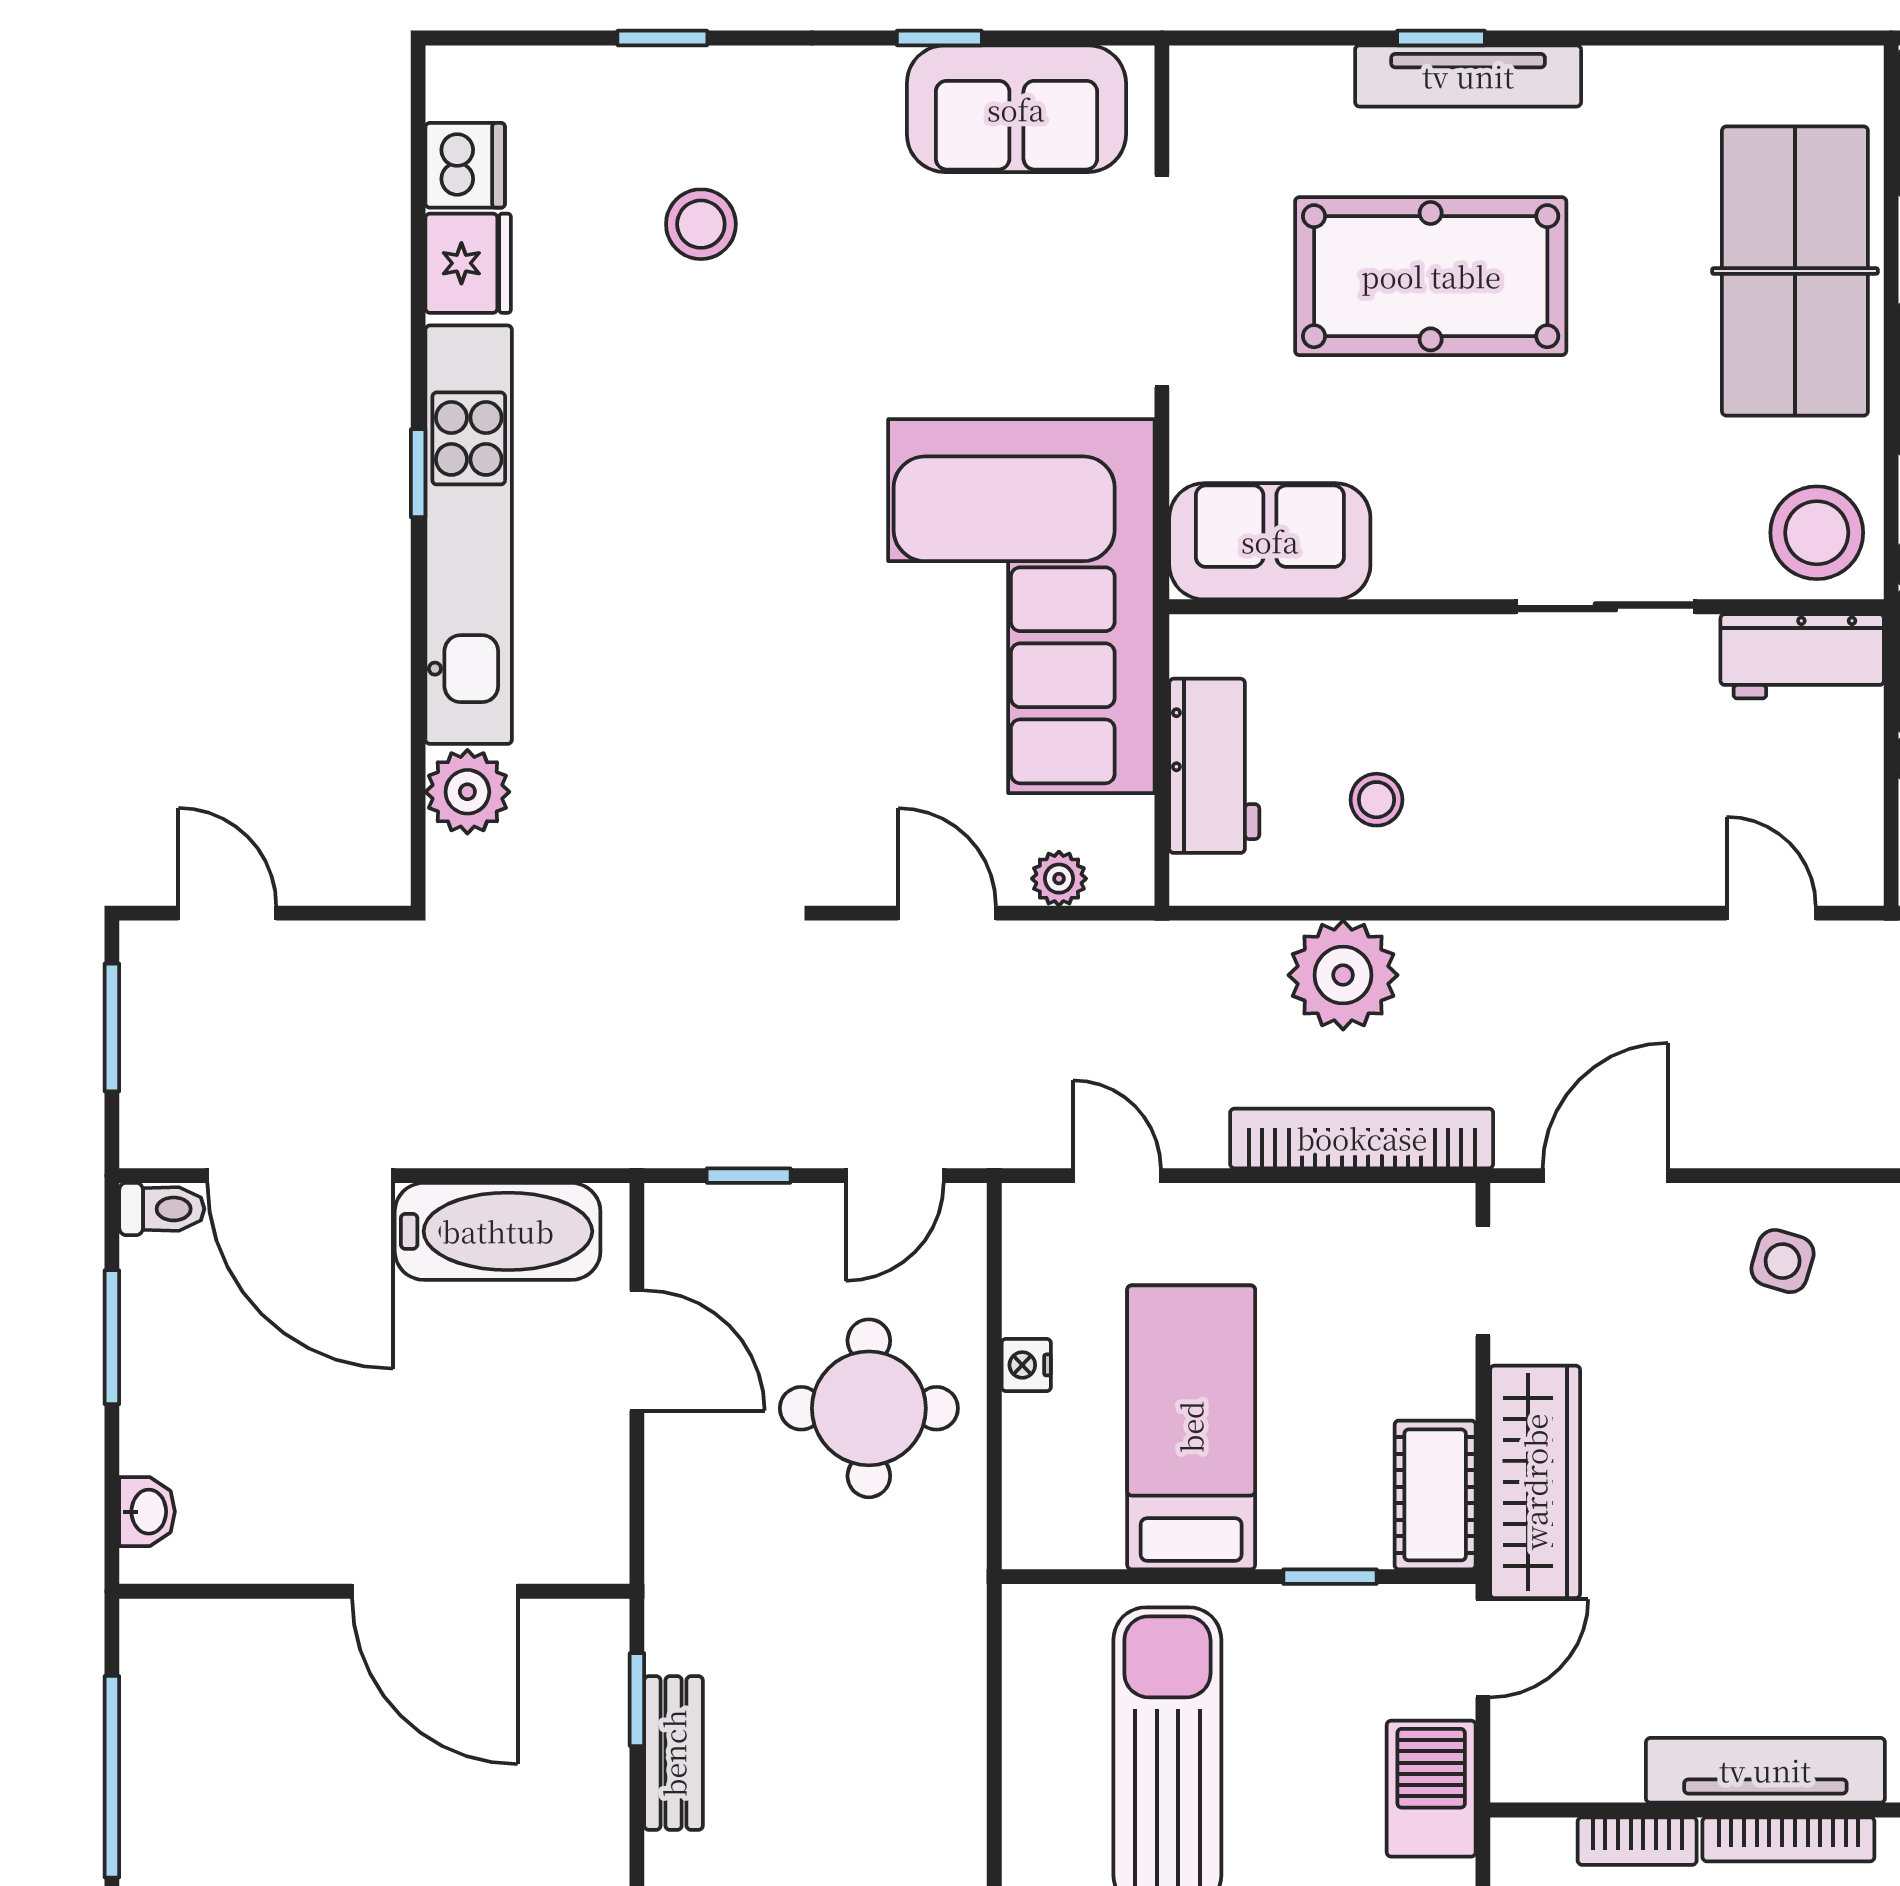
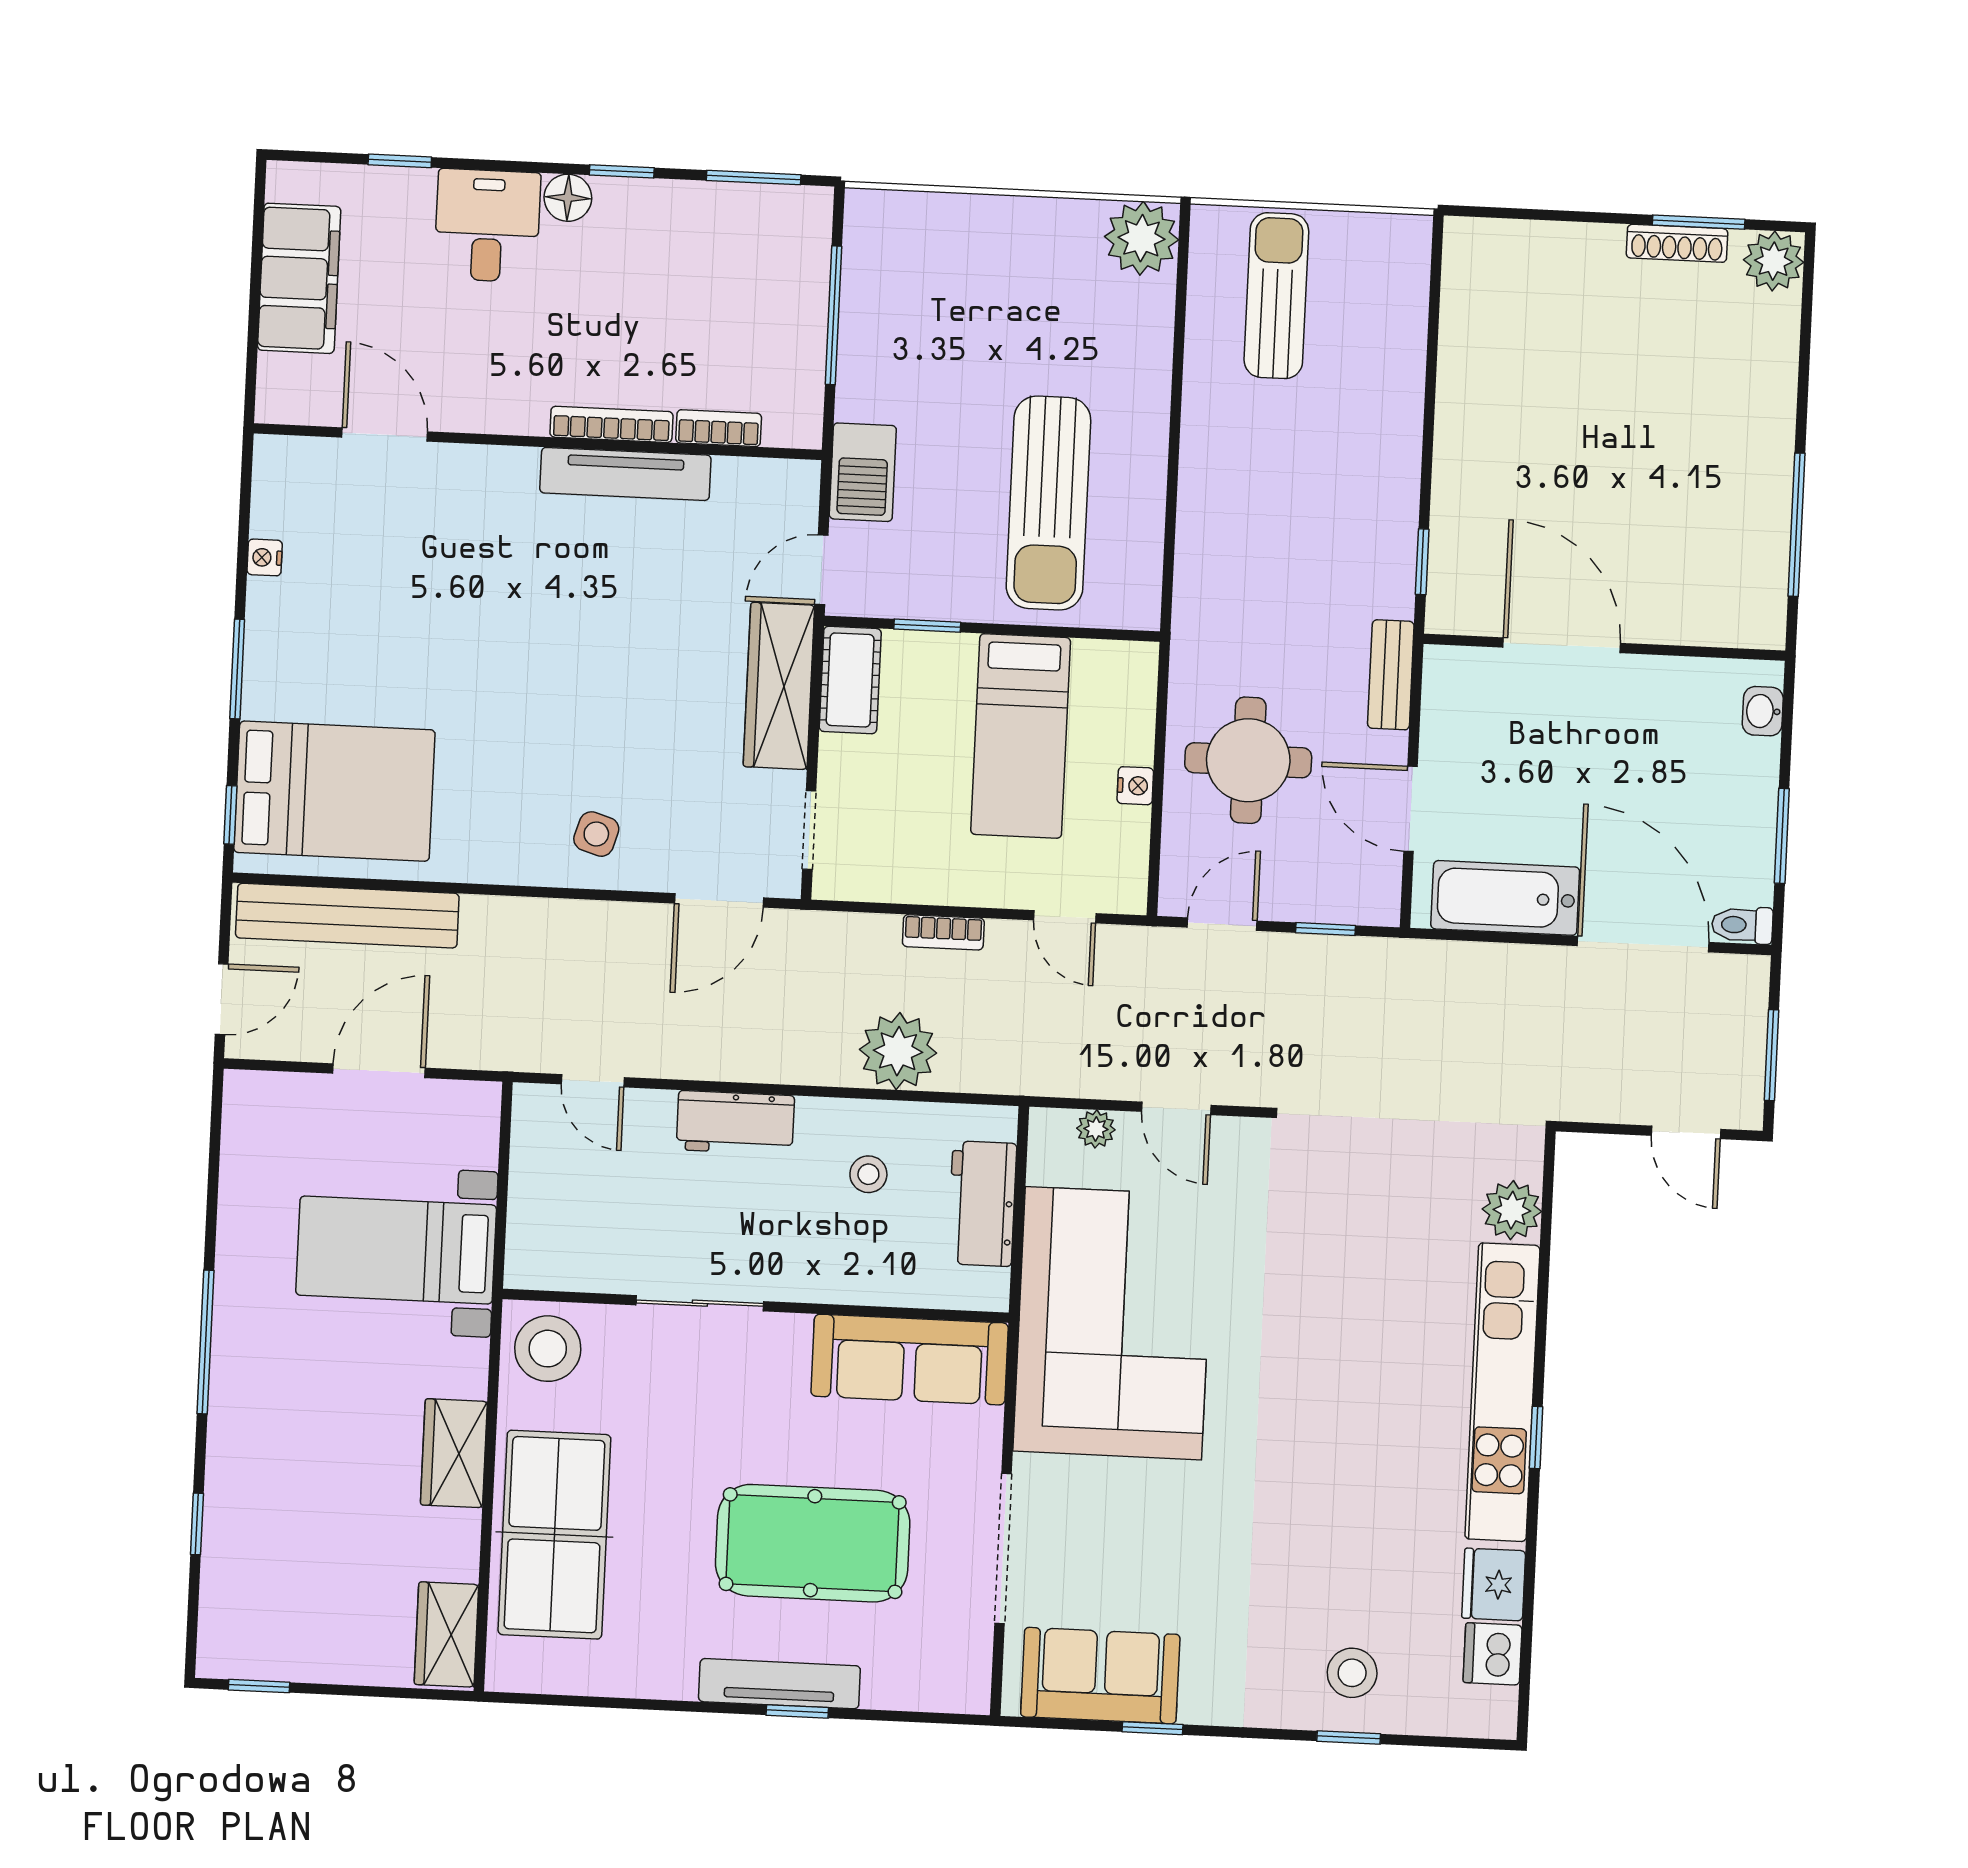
stool: (701, 224) -> (1352, 1673), moved
sofa: (1270, 541) -> (910, 1360), width x1.36
workbench: (1802, 656) -> (735, 1123), moved, turned 180
bookcase: (1362, 1138) -> (943, 932), width x0.43, depth x0.76
bench: (674, 1753) -> (1391, 675), moved

